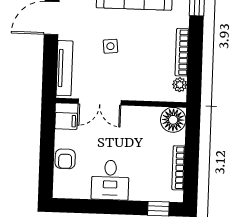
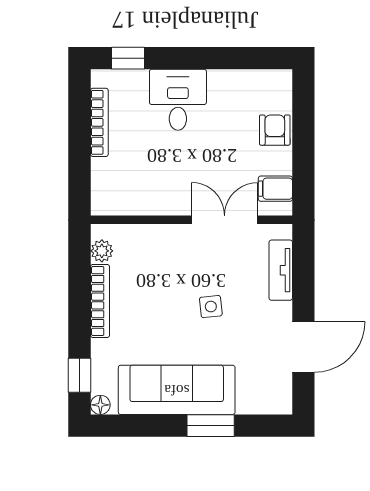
tv unit: (64, 68) -> (281, 270), width x0.71
floor lamp: (173, 120) -> (110, 196), removed
desk: (110, 180) -> (178, 100), moved

